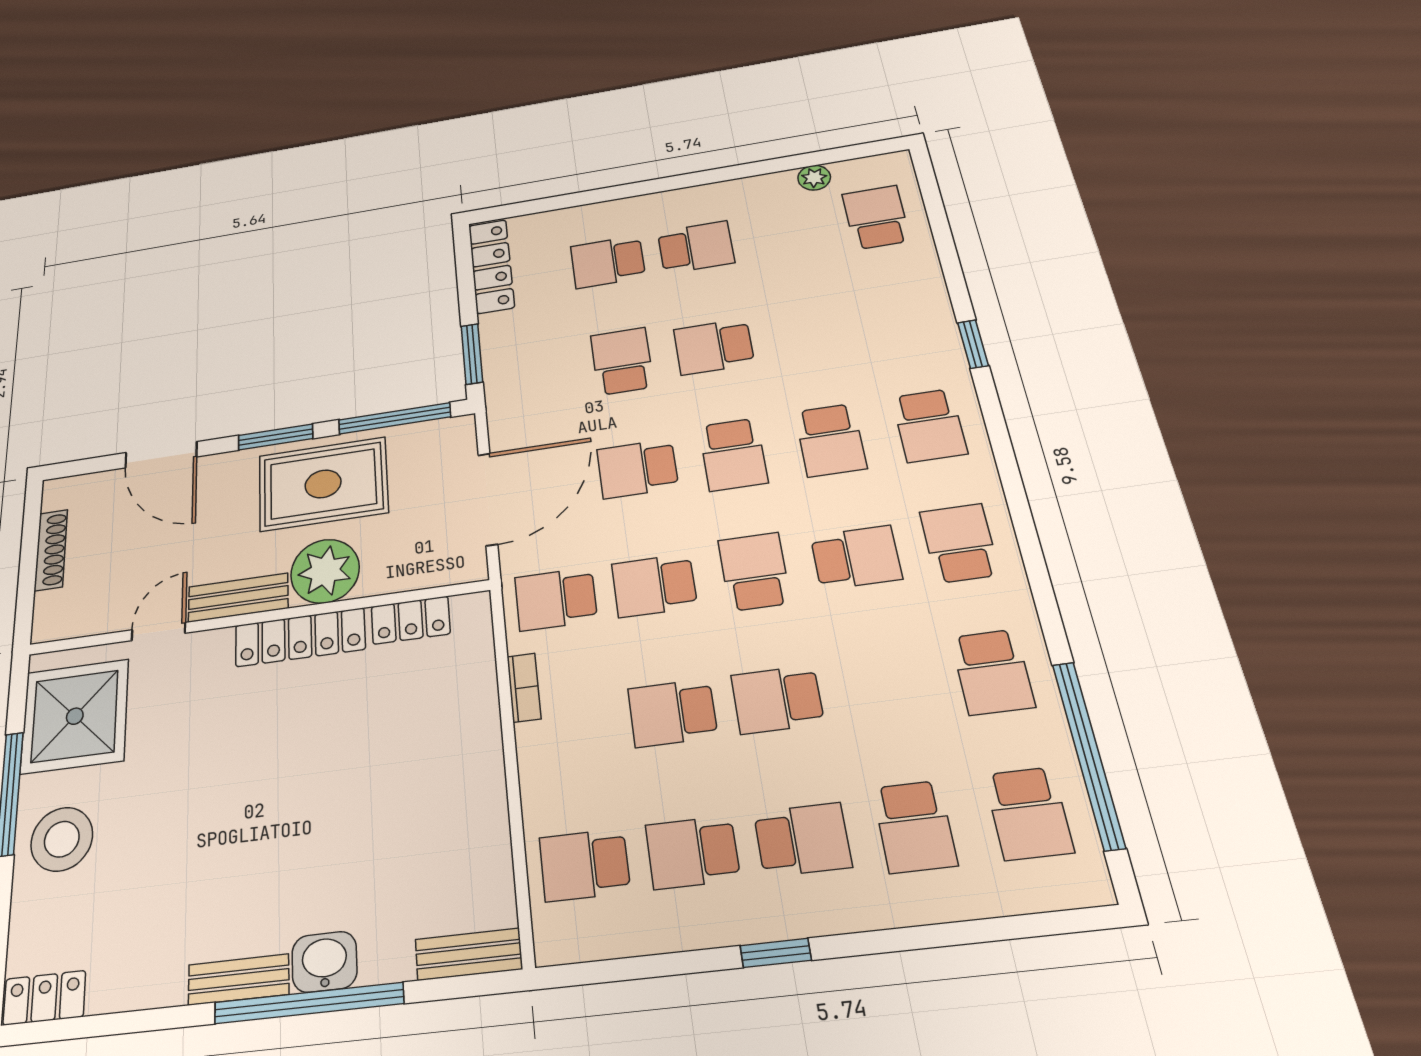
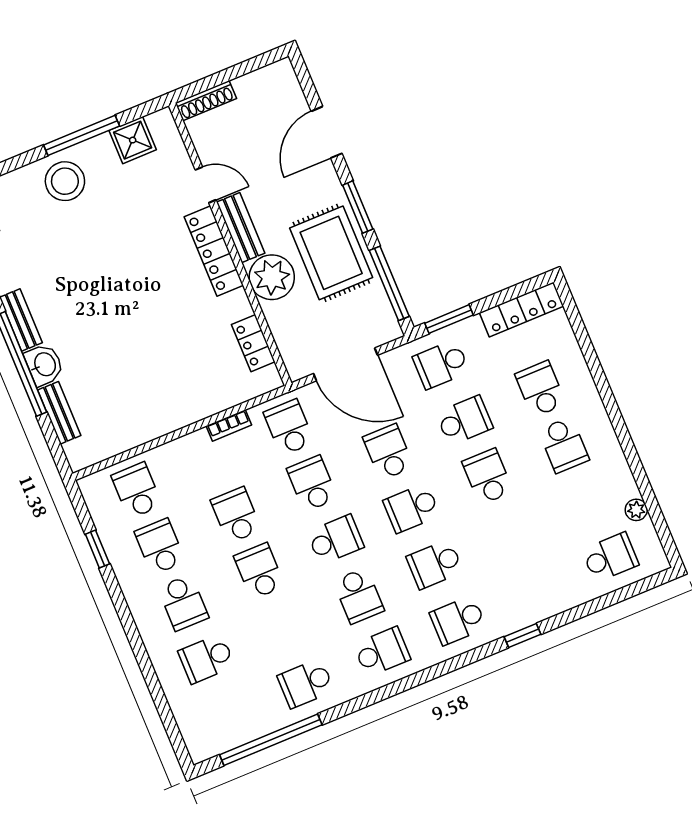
shoe rack: (51, 550) -> (206, 101), moved
locker: (300, 637) -> (214, 251), moved
shower: (75, 716) -> (133, 140), width x0.54, depth x0.54
school desk: (1029, 813) -> (441, 364), moved
window: (776, 953) -> (97, 549), moved
bench: (469, 954) -> (59, 413), moved

